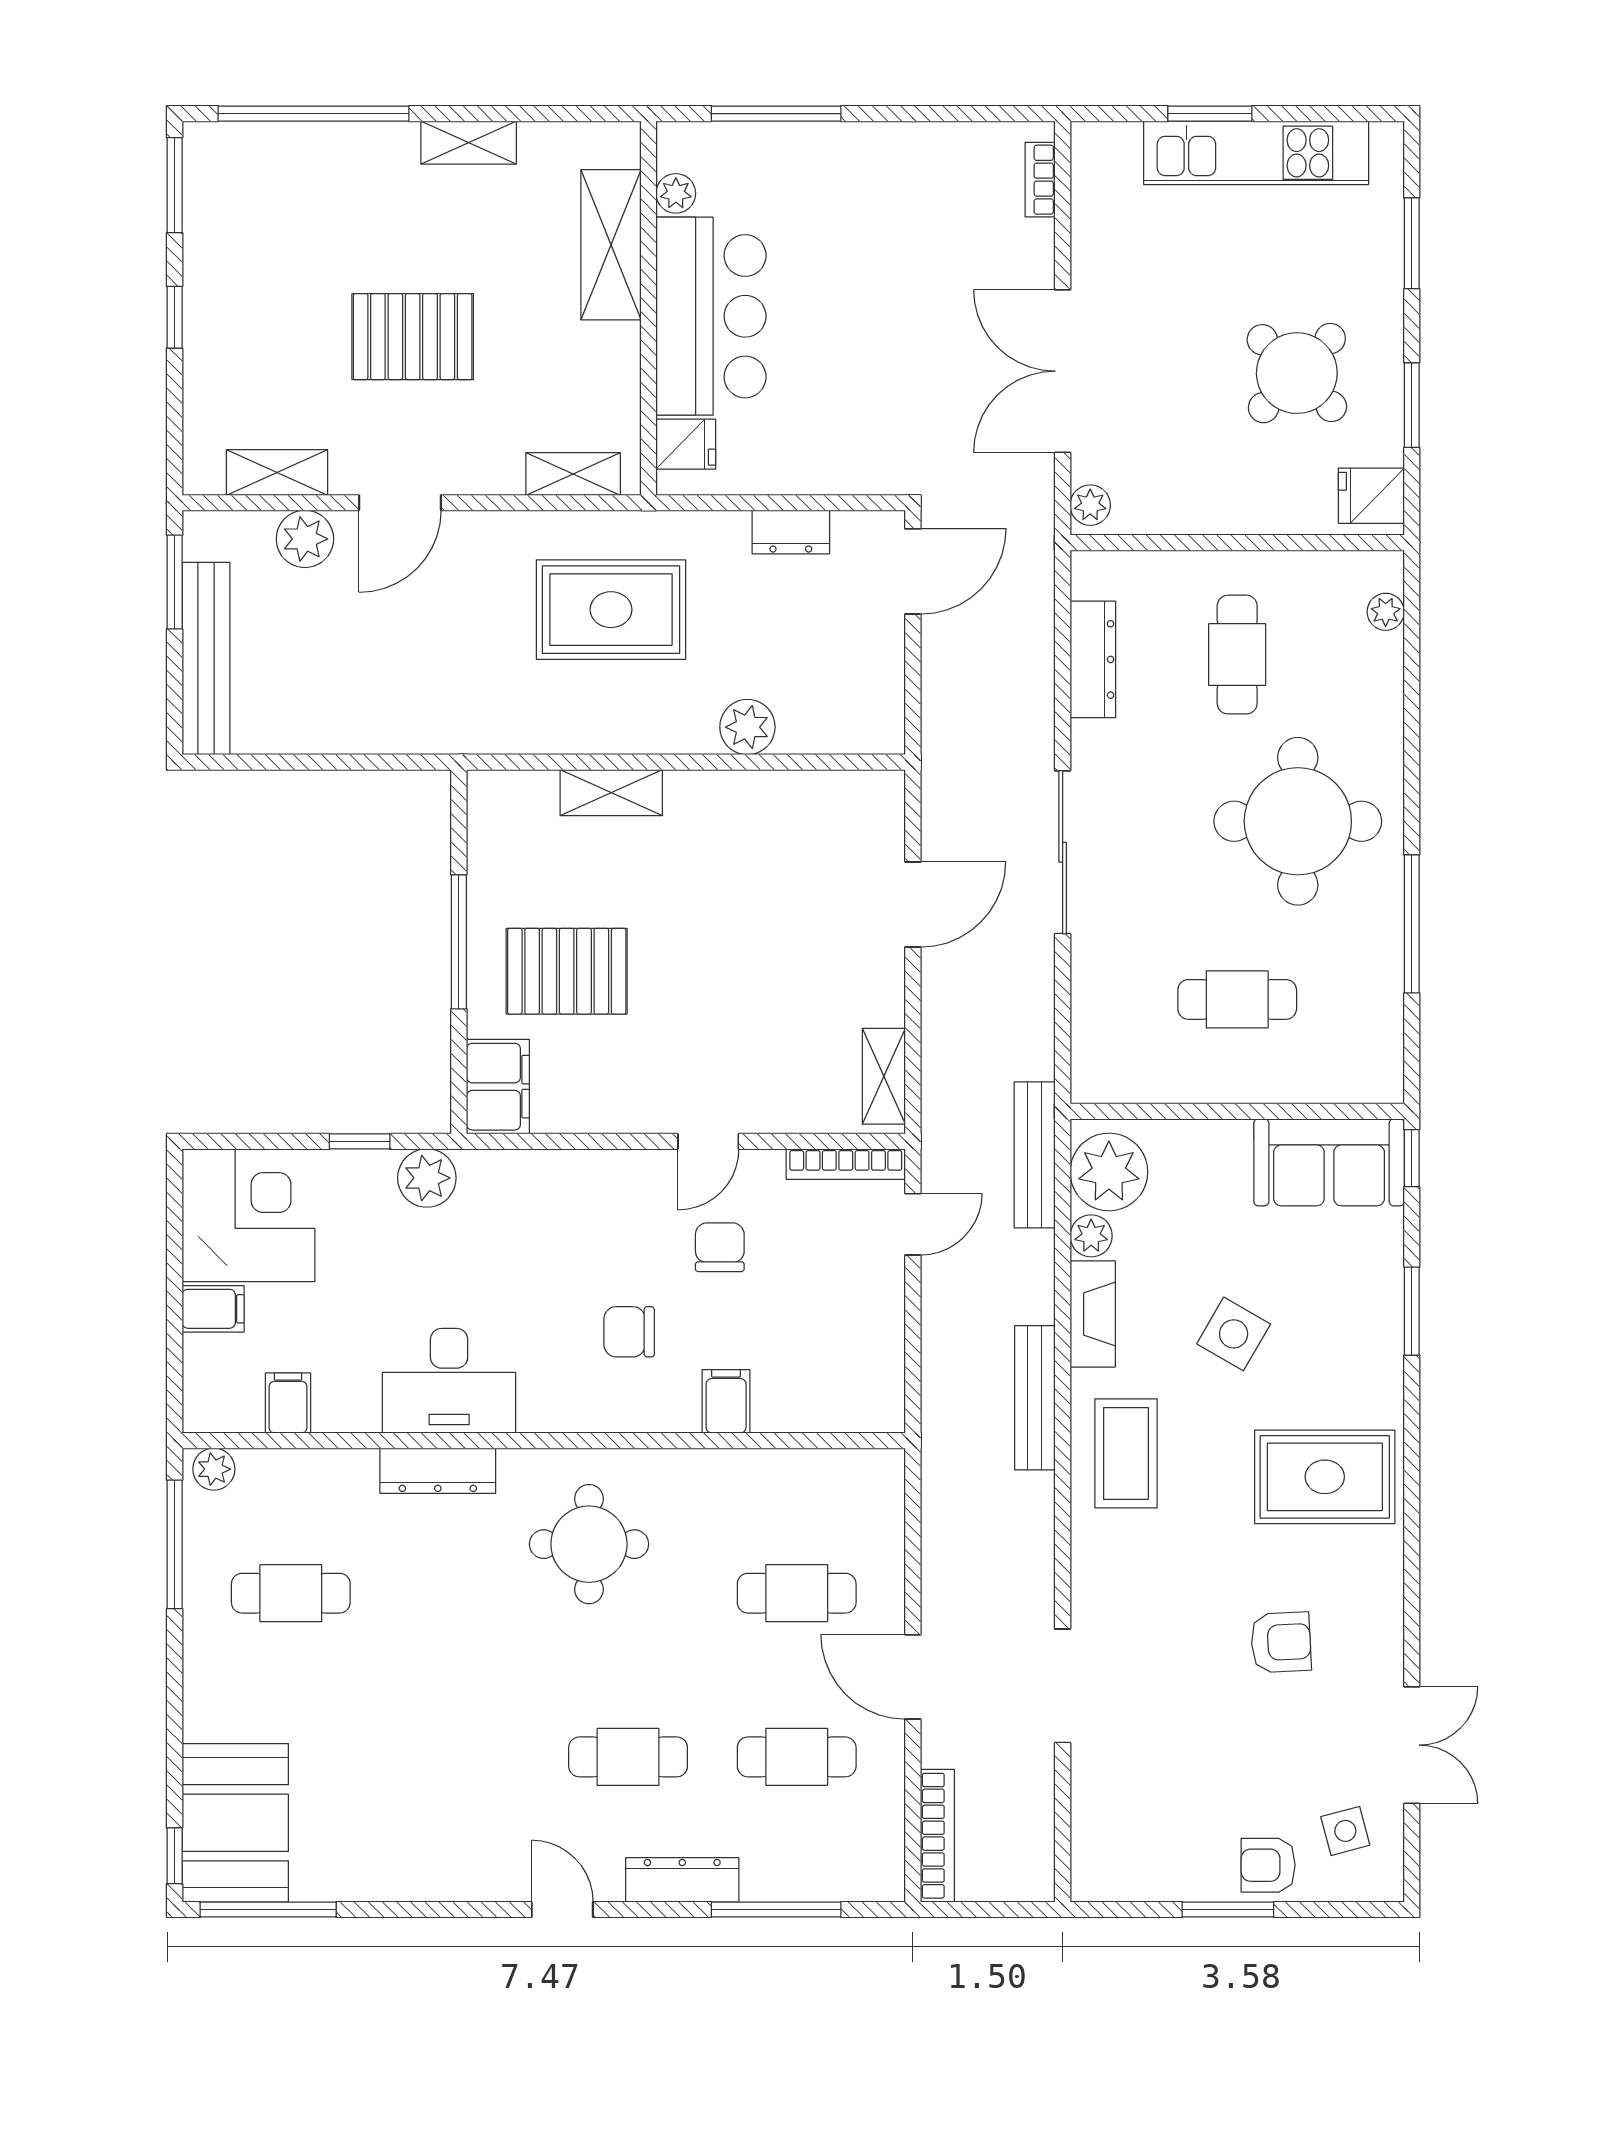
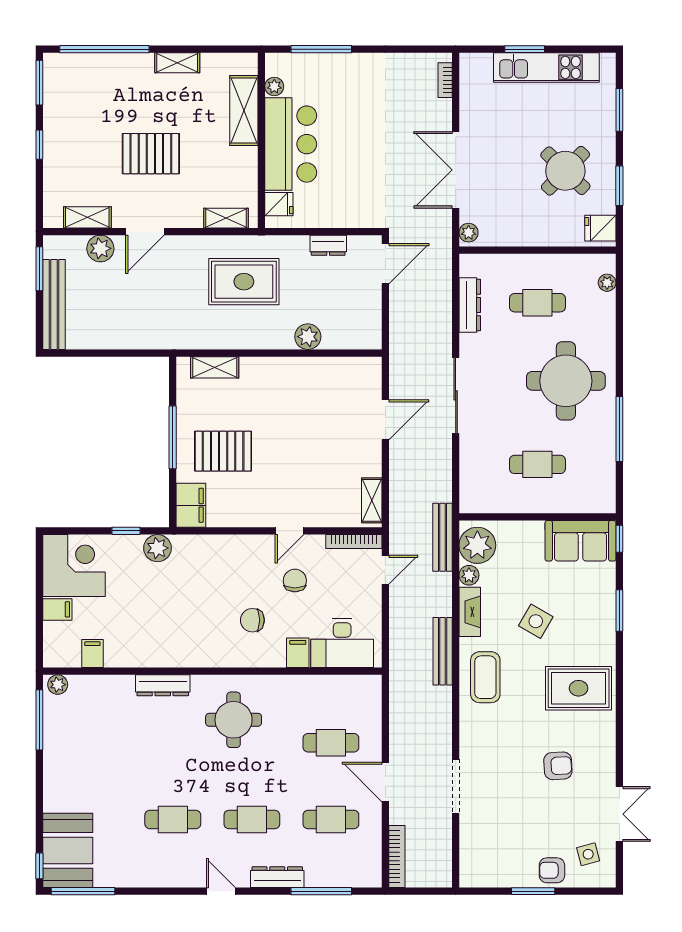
cafe table: (1237, 655) -> (537, 303), turned 90
shelving: (611, 793) -> (215, 367), moved
desk: (449, 1381) -> (342, 643), moved
cafe table: (291, 1593) -> (173, 820), moved

